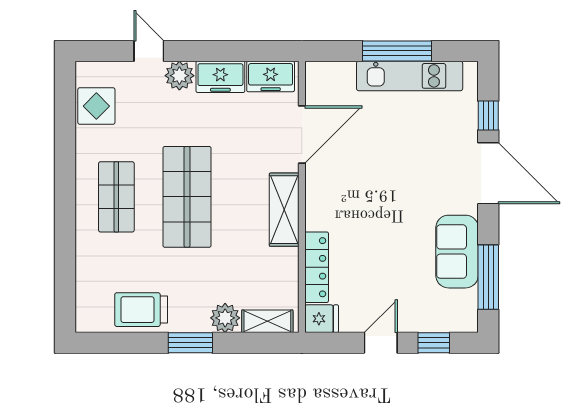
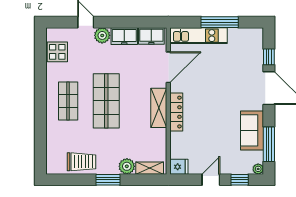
kitchen unit: (410, 76) -> (199, 36), moved
locker: (317, 267) -> (176, 112), moved
trolley: (141, 310) -> (81, 162), turned 180
plant: (468, 323) -> (258, 169), added

